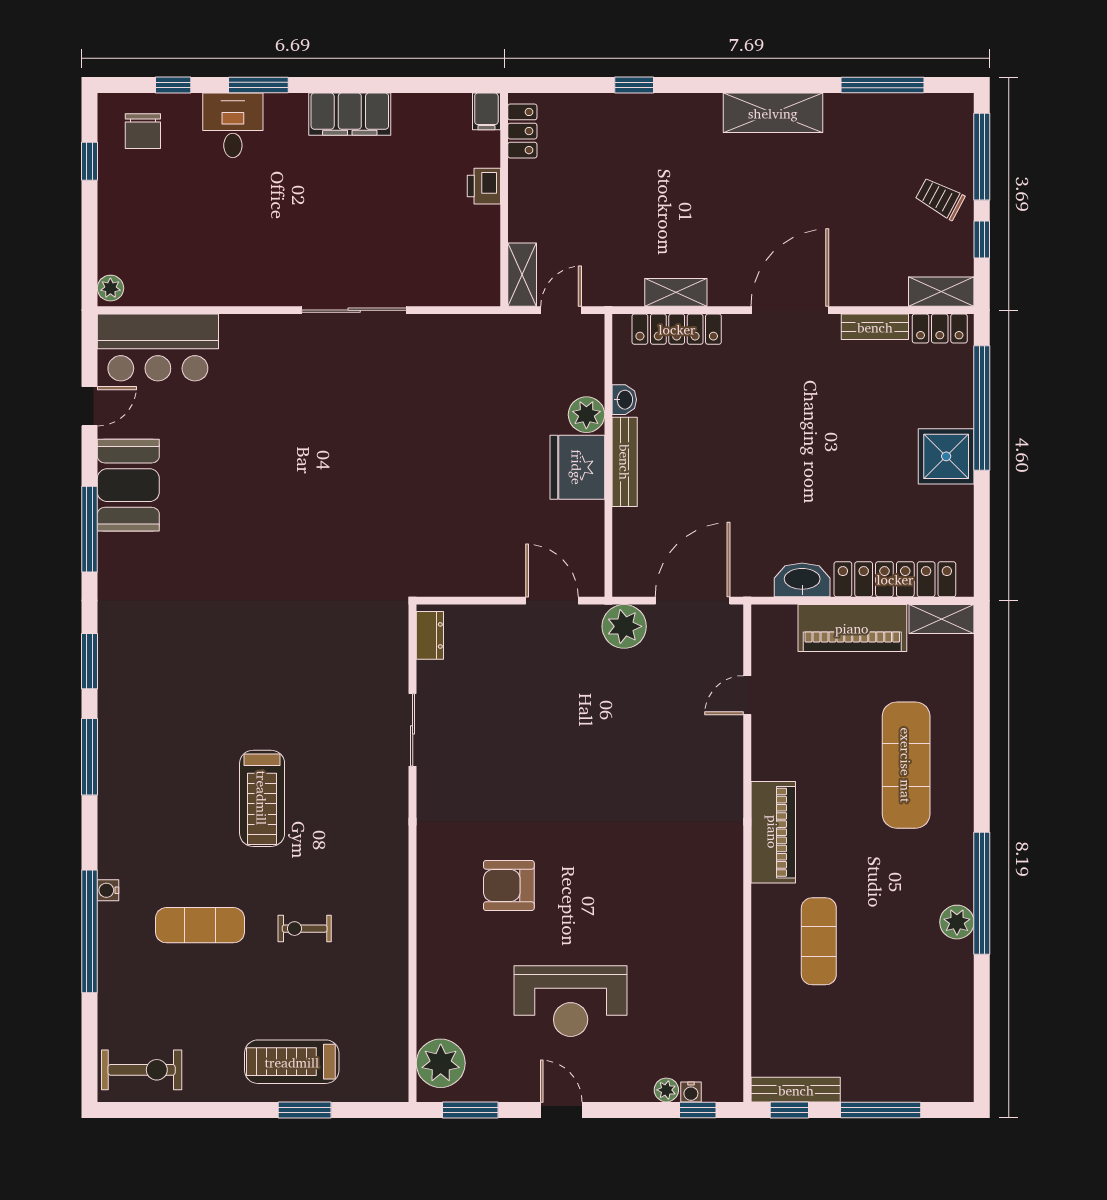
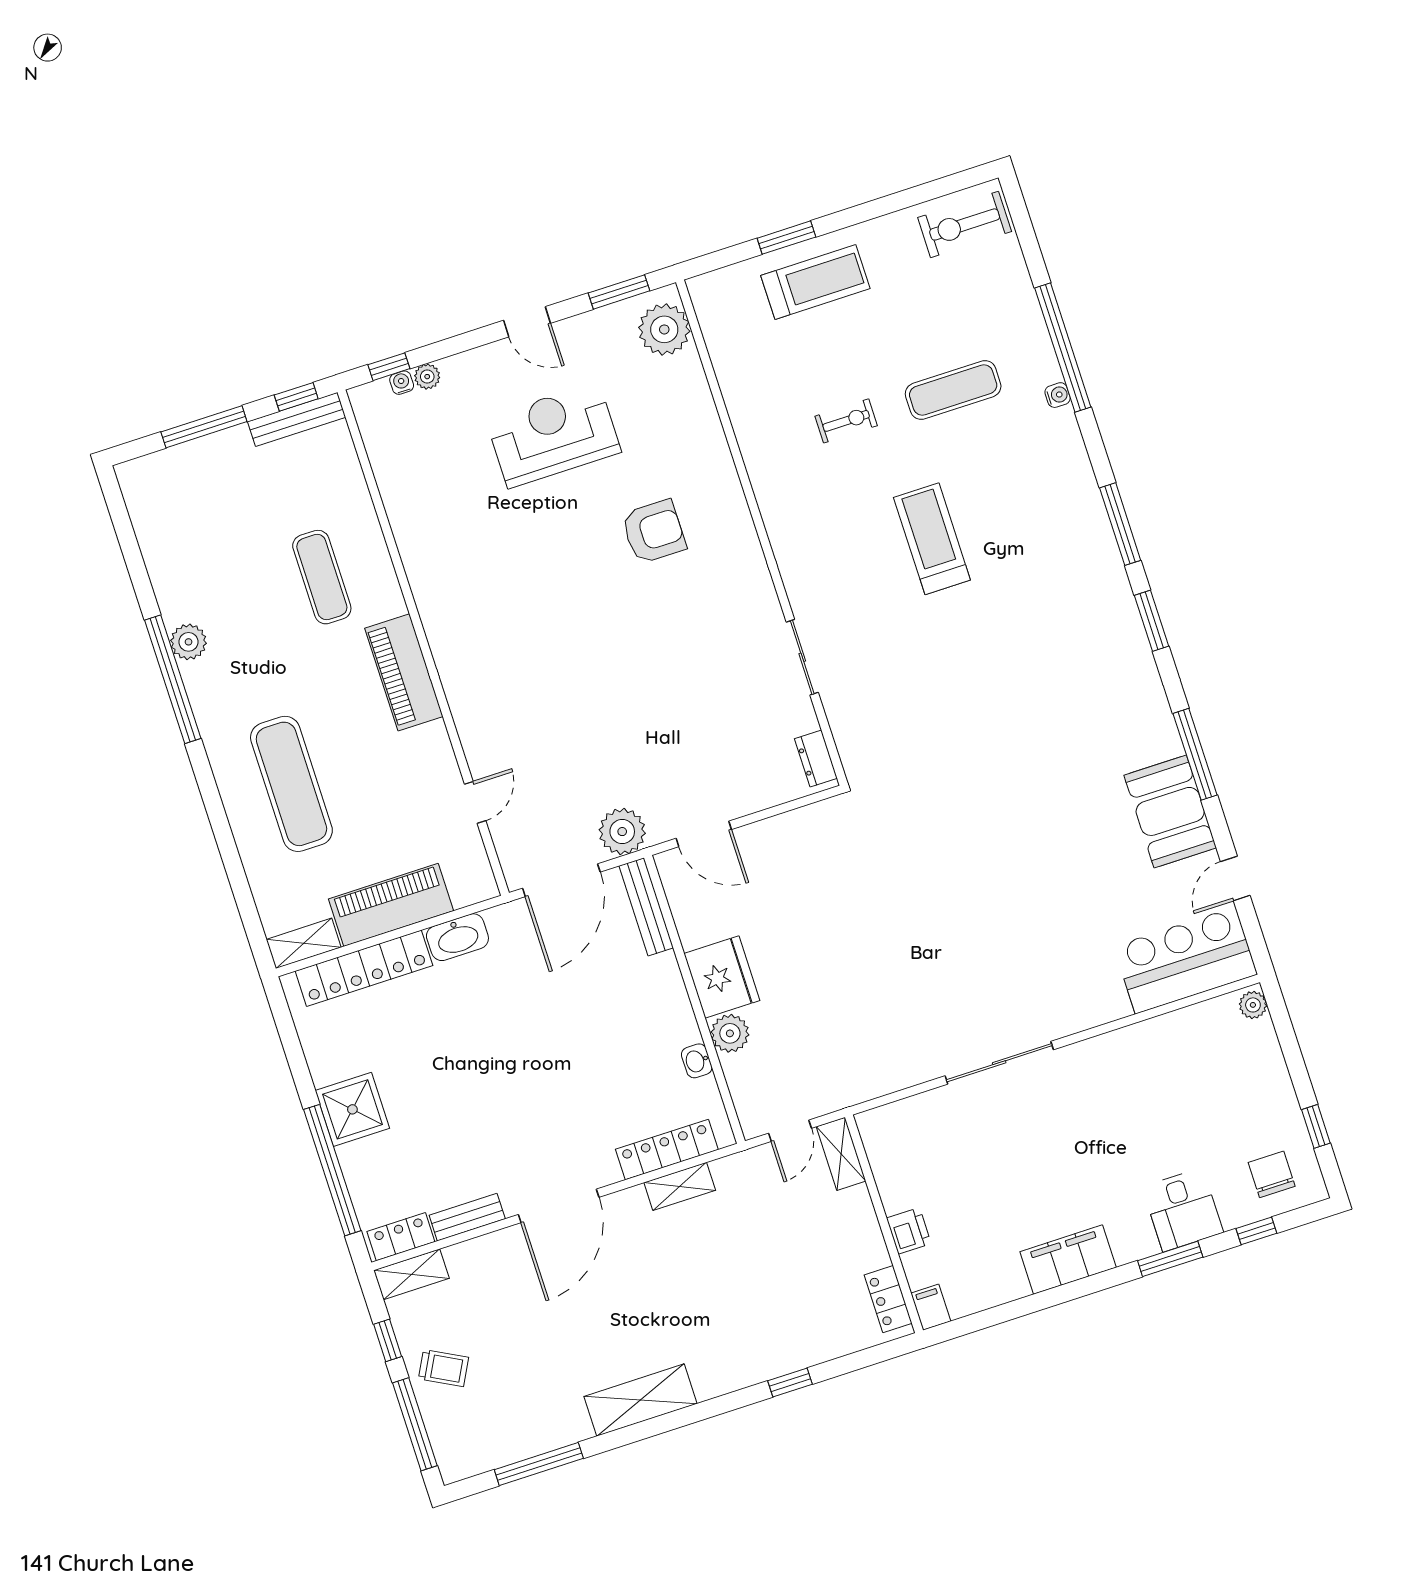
bench: (625, 462) -> (646, 907), moved

